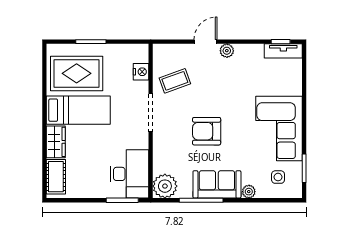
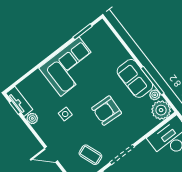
plant: (227, 51) -> (32, 118), moved
armchair: (207, 131) -> (107, 111), turned 93
side table: (278, 177) -> (65, 114), moved
plant: (249, 192) -> (155, 95), moved

